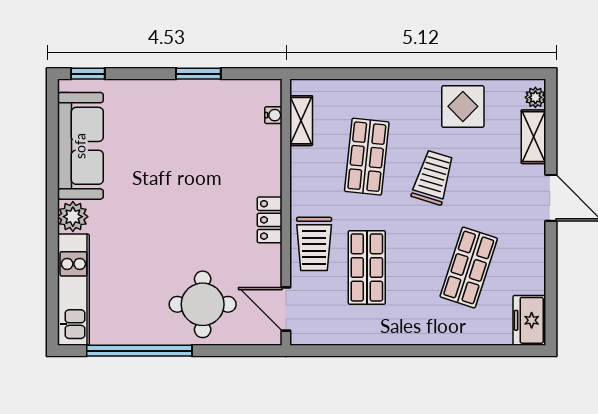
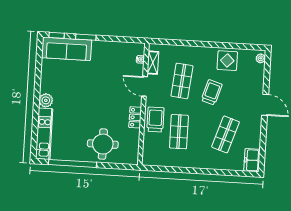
window: (198, 74) -> (86, 37), moved
shelving: (534, 137) -> (259, 76), removed
sofa: (80, 146) -> (67, 49), moved, turned 90
locker: (270, 220) -> (135, 117), moved
trolley: (314, 244) -> (155, 119), turned 180
door: (286, 309) -> (144, 86), moved

